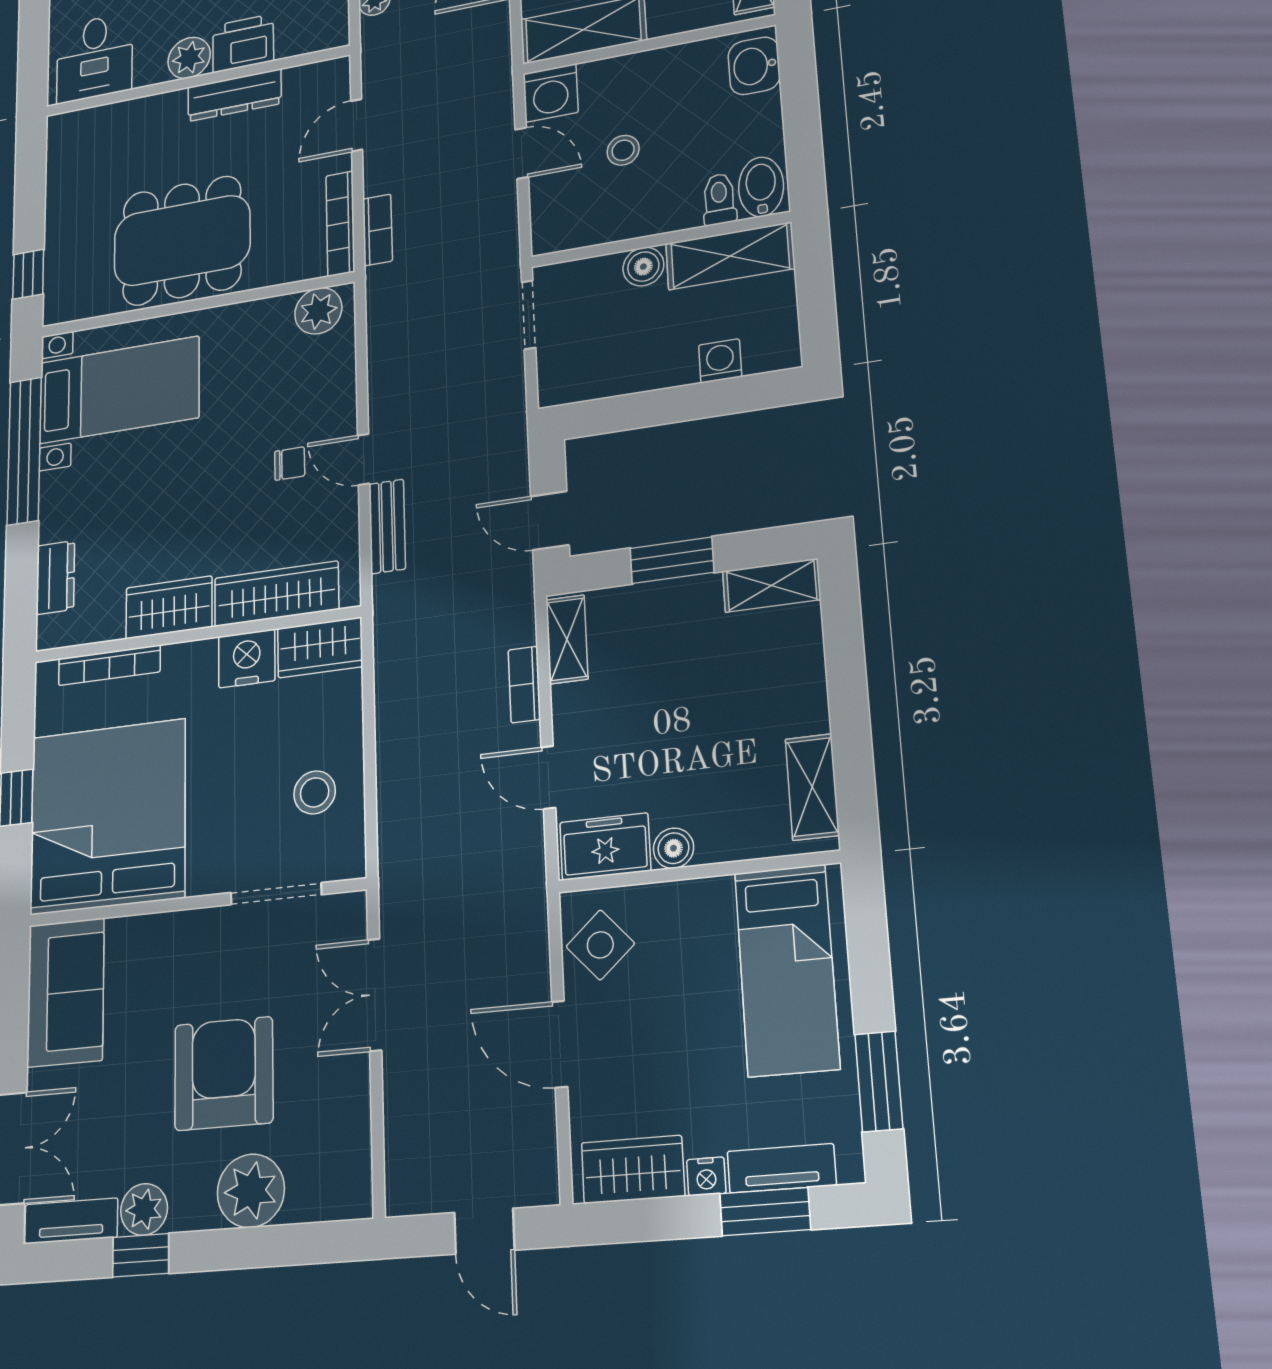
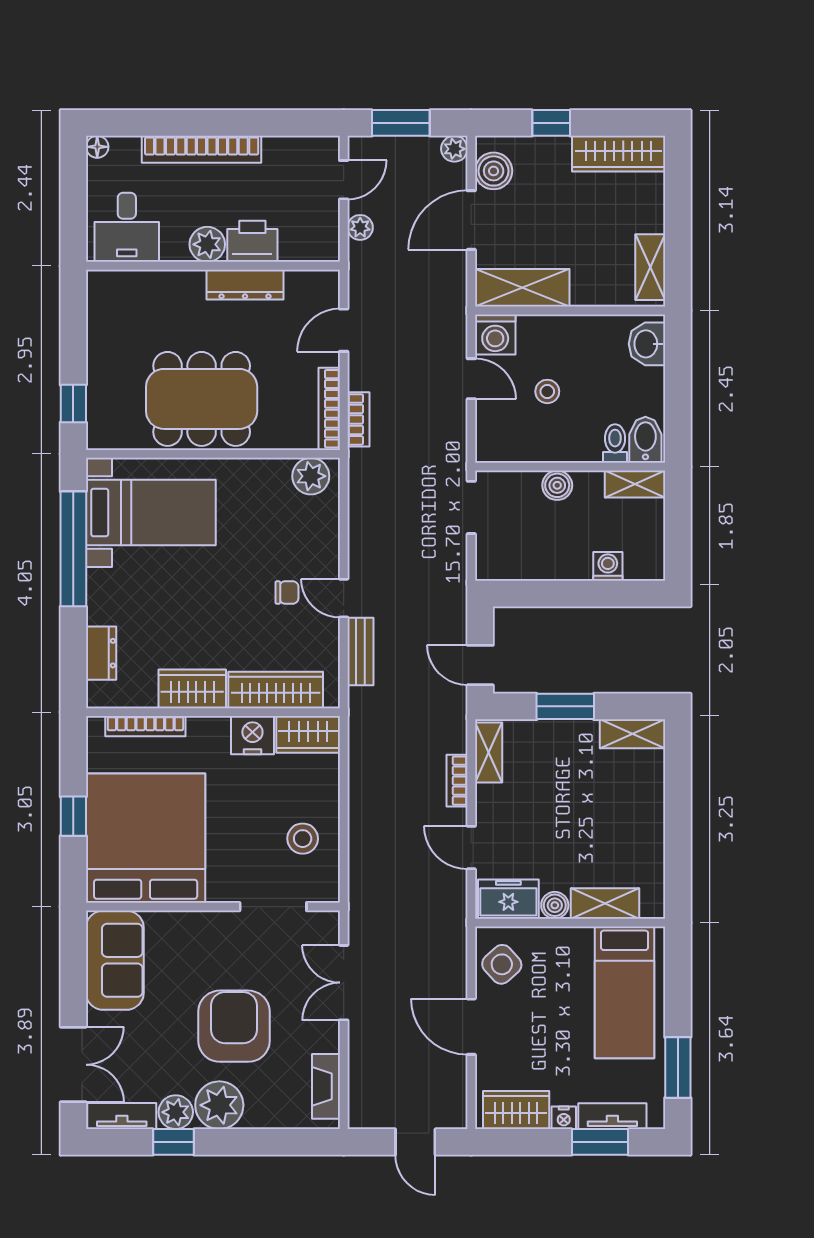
shelving: (730, 256) -> (635, 484), width x0.67, depth x0.75
shelving: (812, 787) -> (605, 903), moved, turned 90
fireplace: (353, 1154) -> (326, 1086), added
plant: (251, 1191) -> (219, 1105), moved

